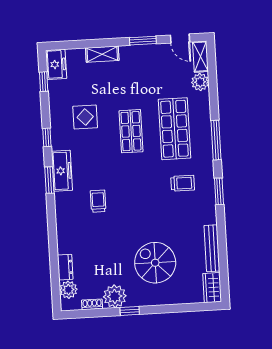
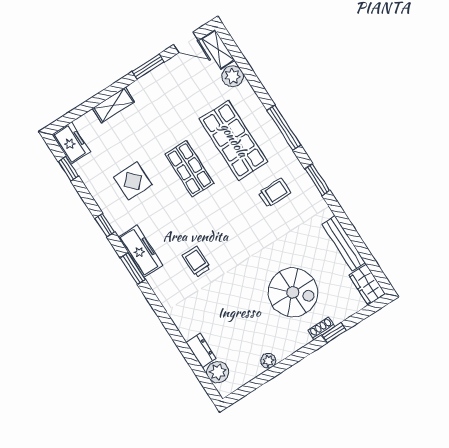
spiral stairs: (155, 263) -> (293, 292), turned 180
plant: (115, 296) -> (268, 361), width x0.53, depth x0.53
shoe rack: (92, 304) -> (321, 328), moved
window: (130, 311) -> (334, 333), moved

